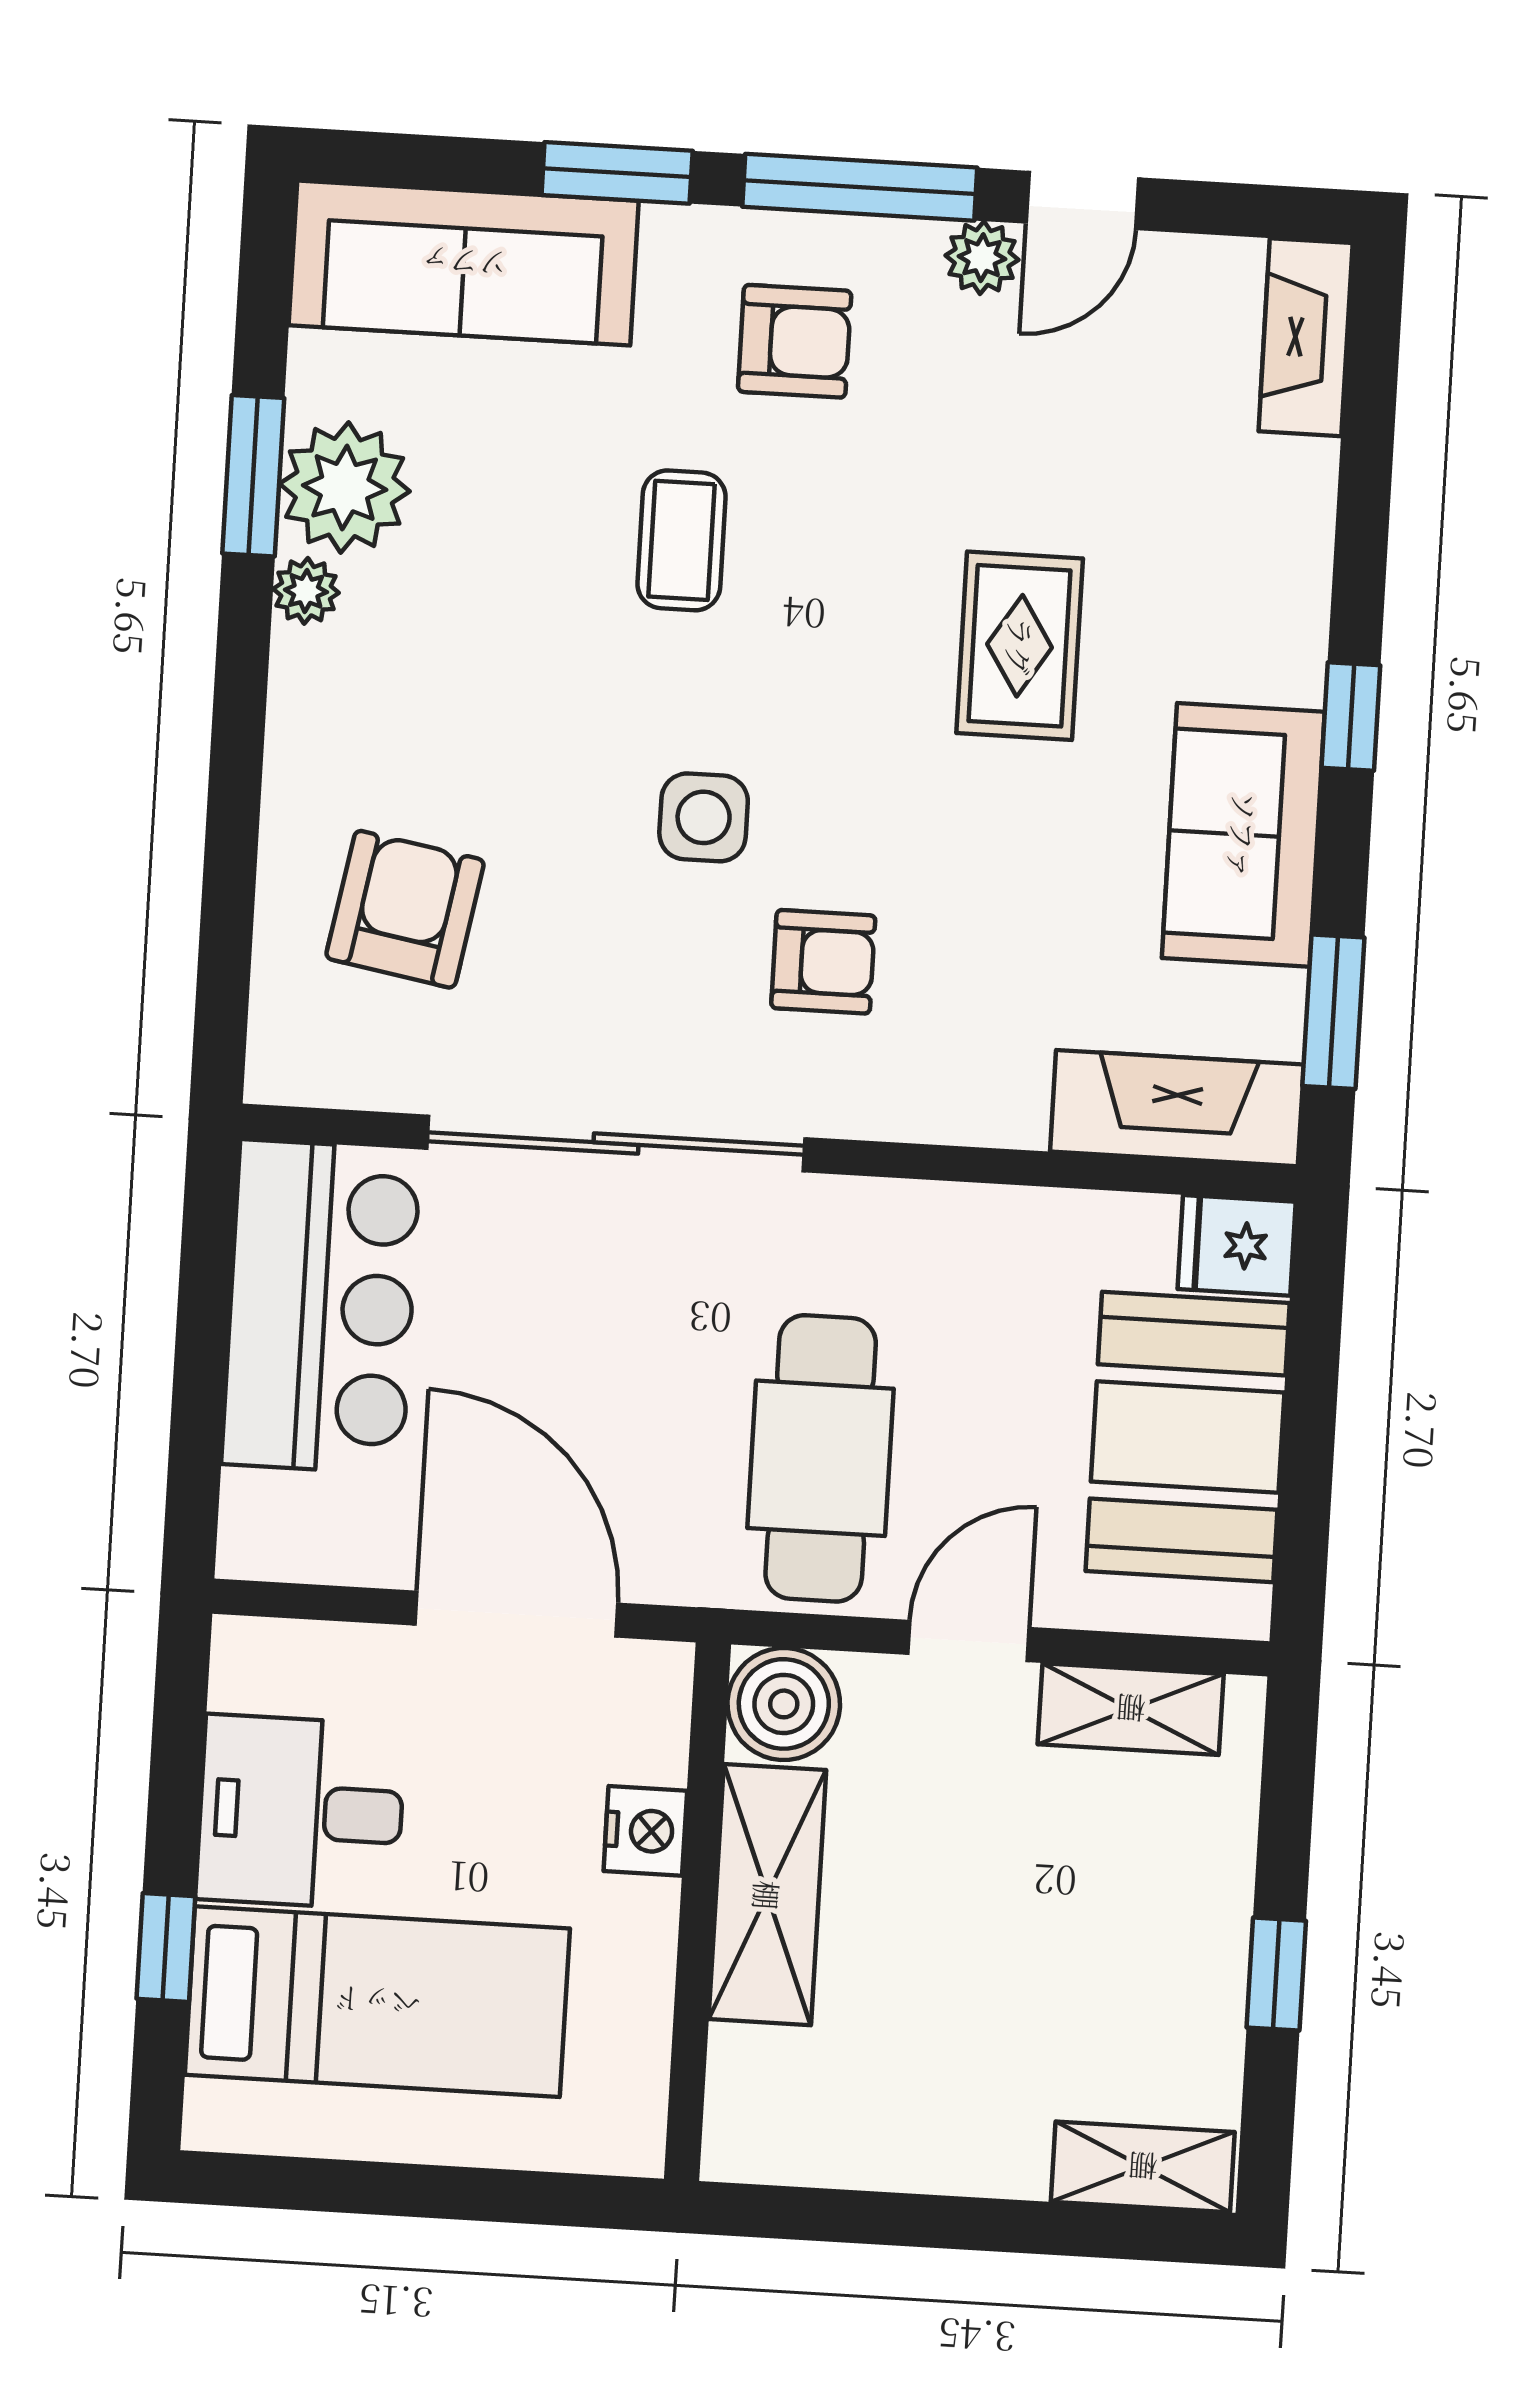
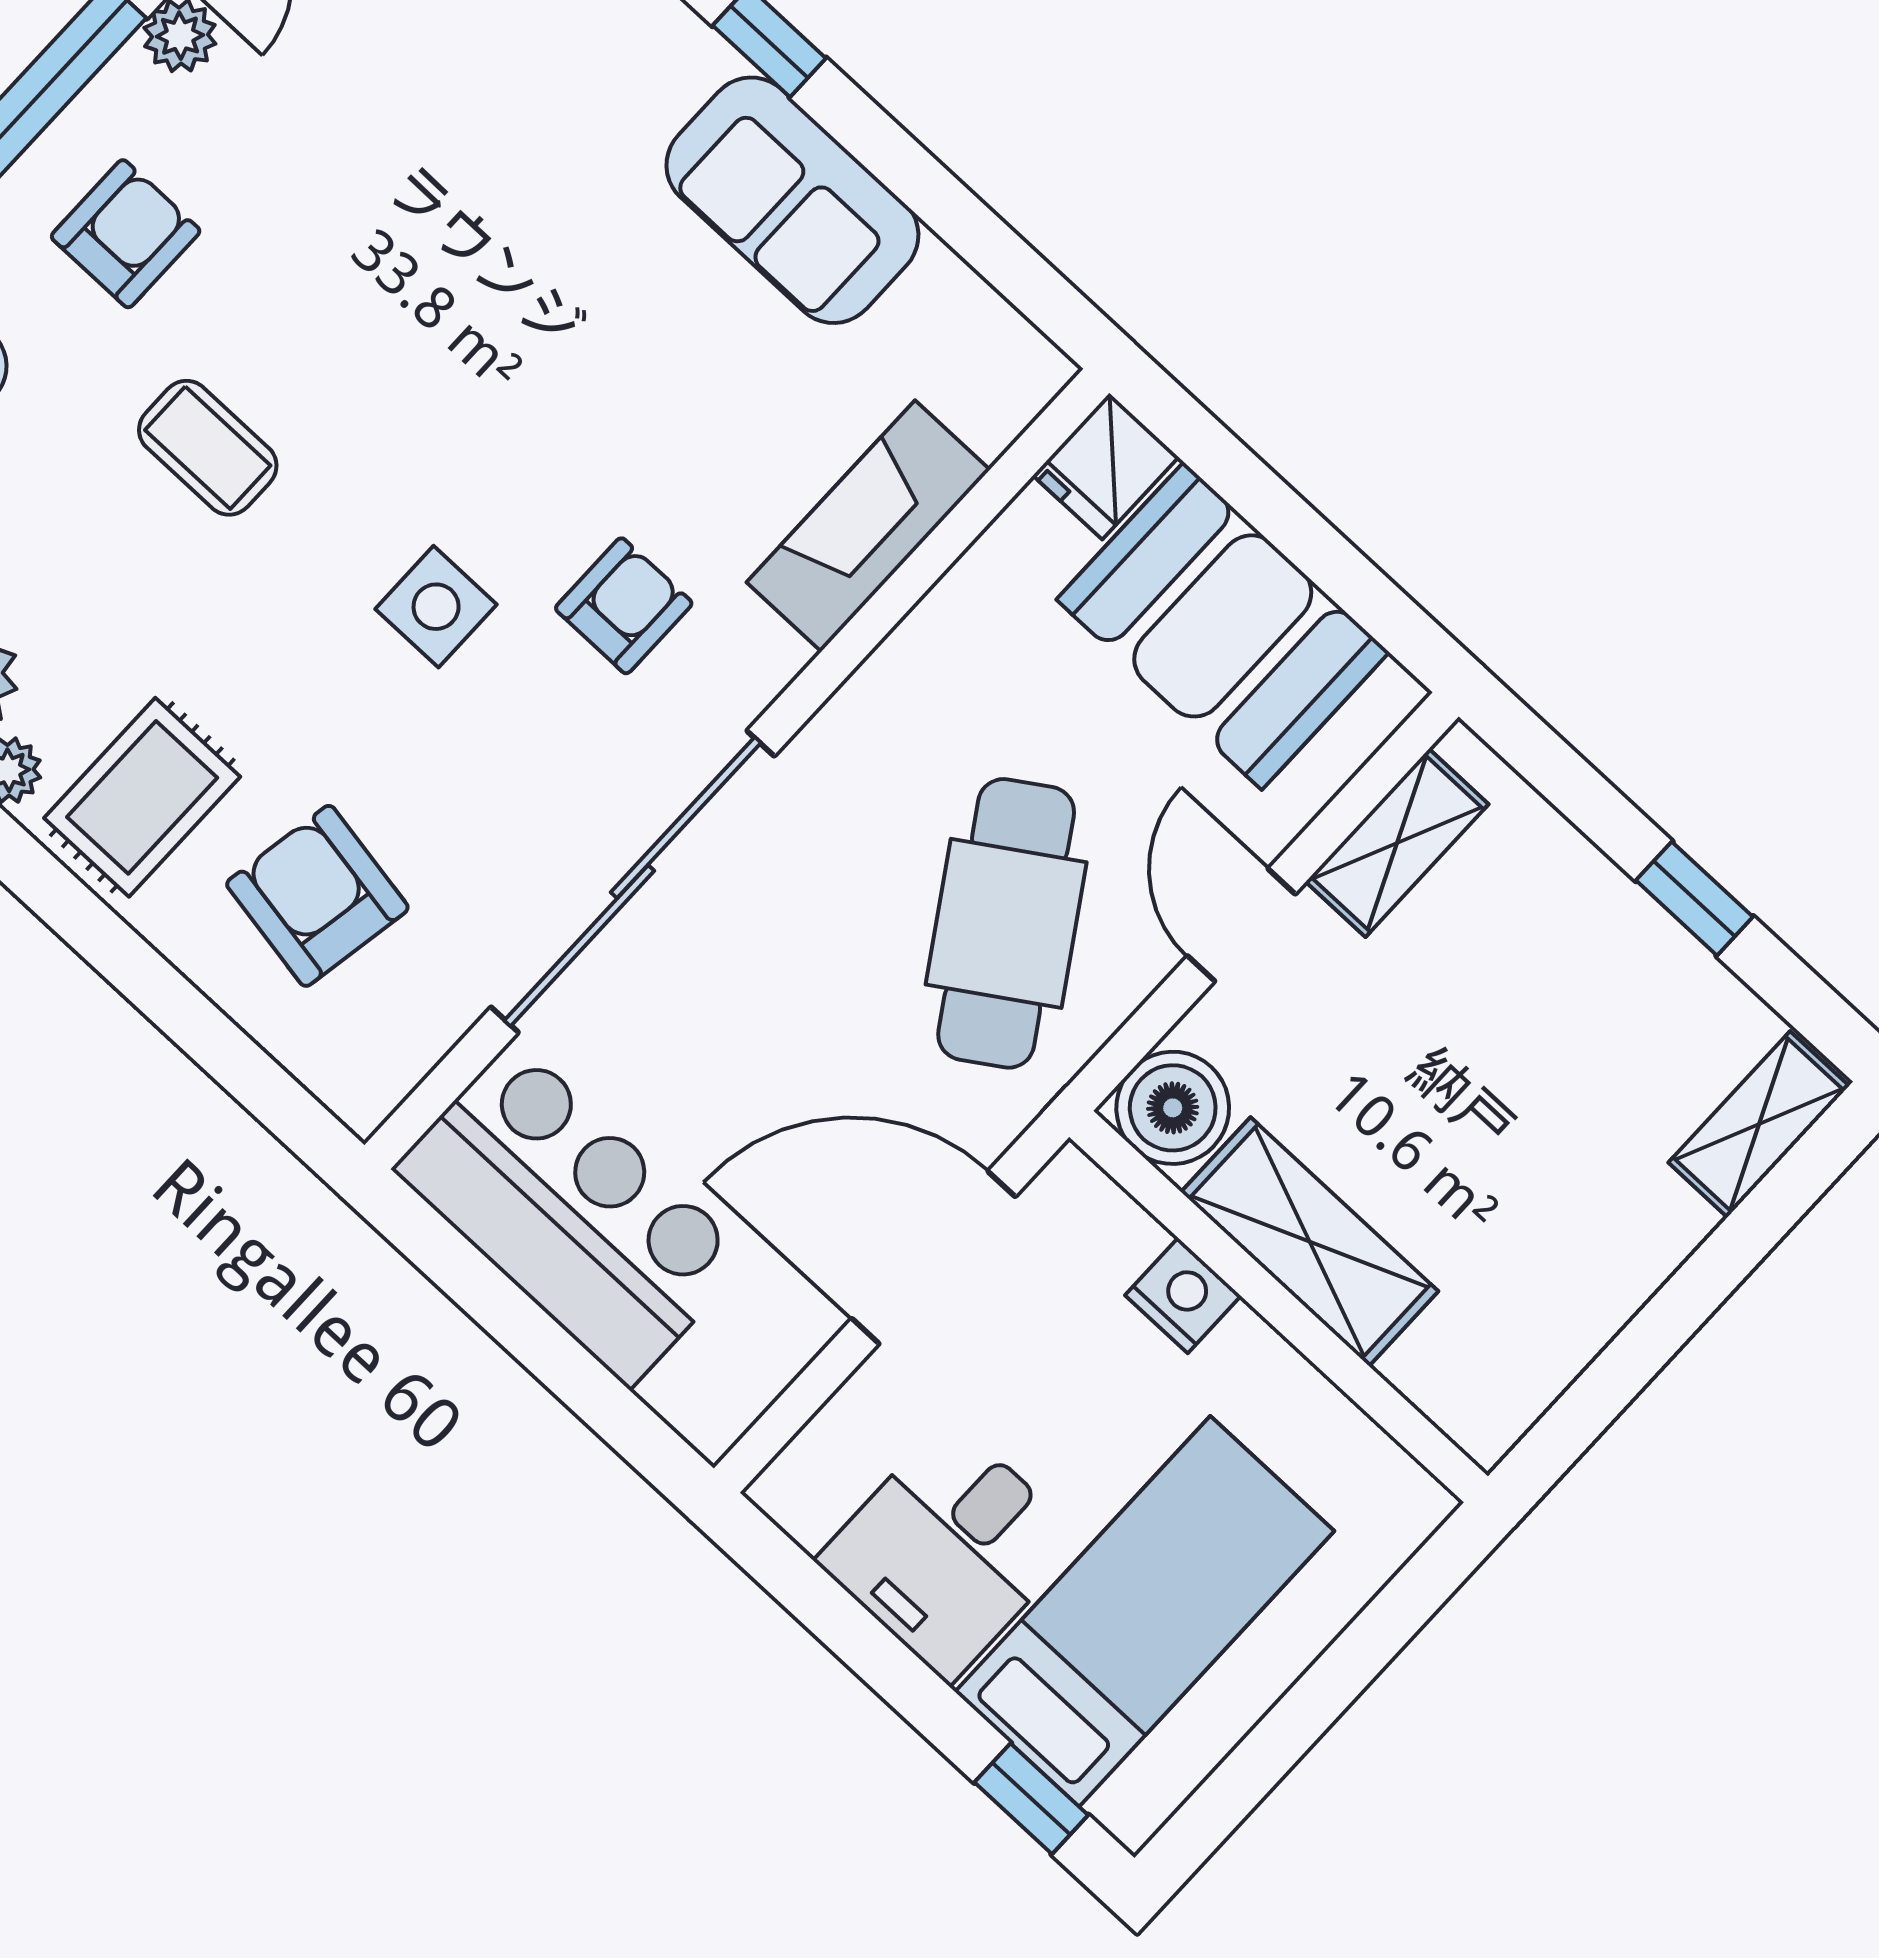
rug: (1020, 646) -> (142, 797), moved, turned 90
window: (1333, 1012) -> (986, 243), removed
fireplace: (1177, 1108) -> (868, 526), moved
cafe table: (821, 1458) -> (1006, 923), turned 57
window: (166, 1948) -> (1031, 1799), moved

